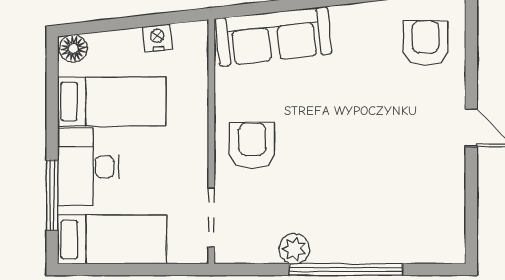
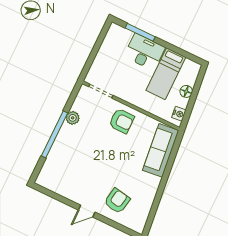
nightstand: (157, 38) -> (179, 114), moved
armchair: (425, 43) -> (117, 201), moved, turned -80
floor lamp: (73, 49) -> (186, 91), moved
bed: (112, 240) -> (111, 47), removed

